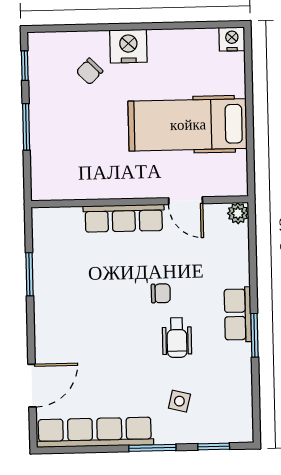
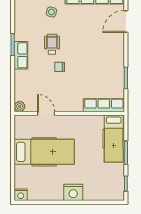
chair: (89, 71) -> (93, 180), removed
hospital bed: (51, 154) -> (114, 139), added
row of seats: (124, 218) -> (104, 105), moved

